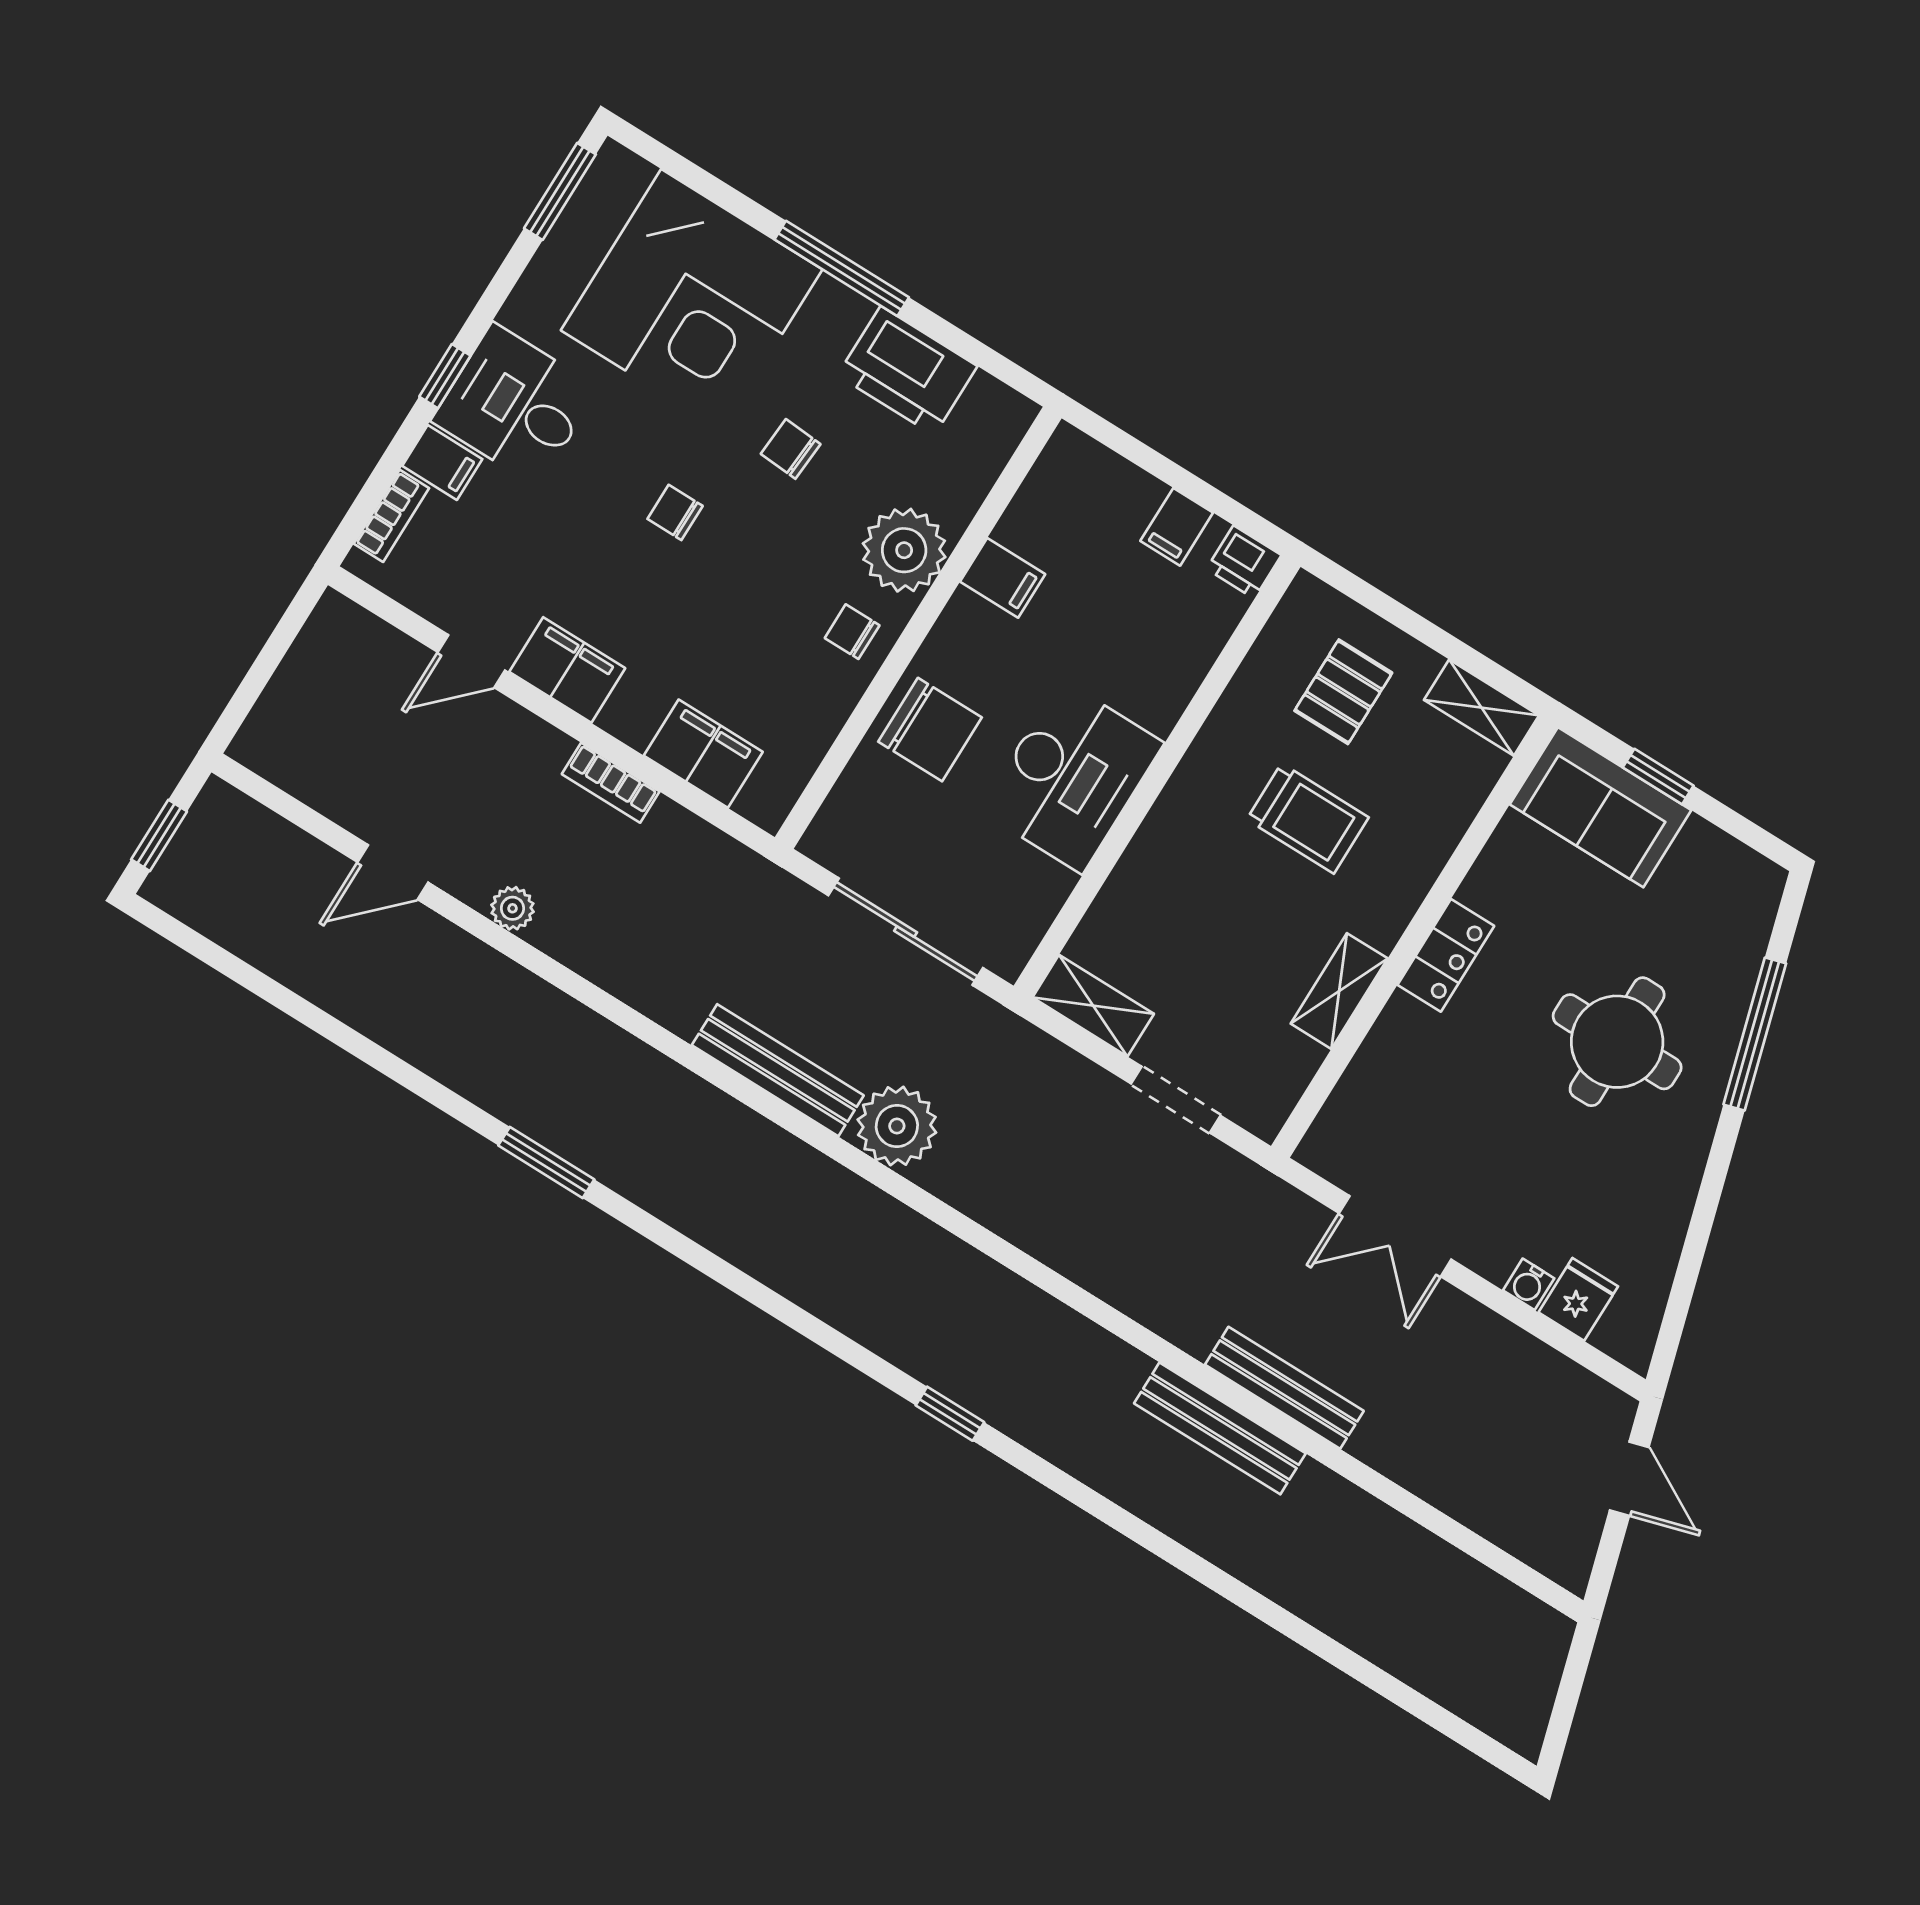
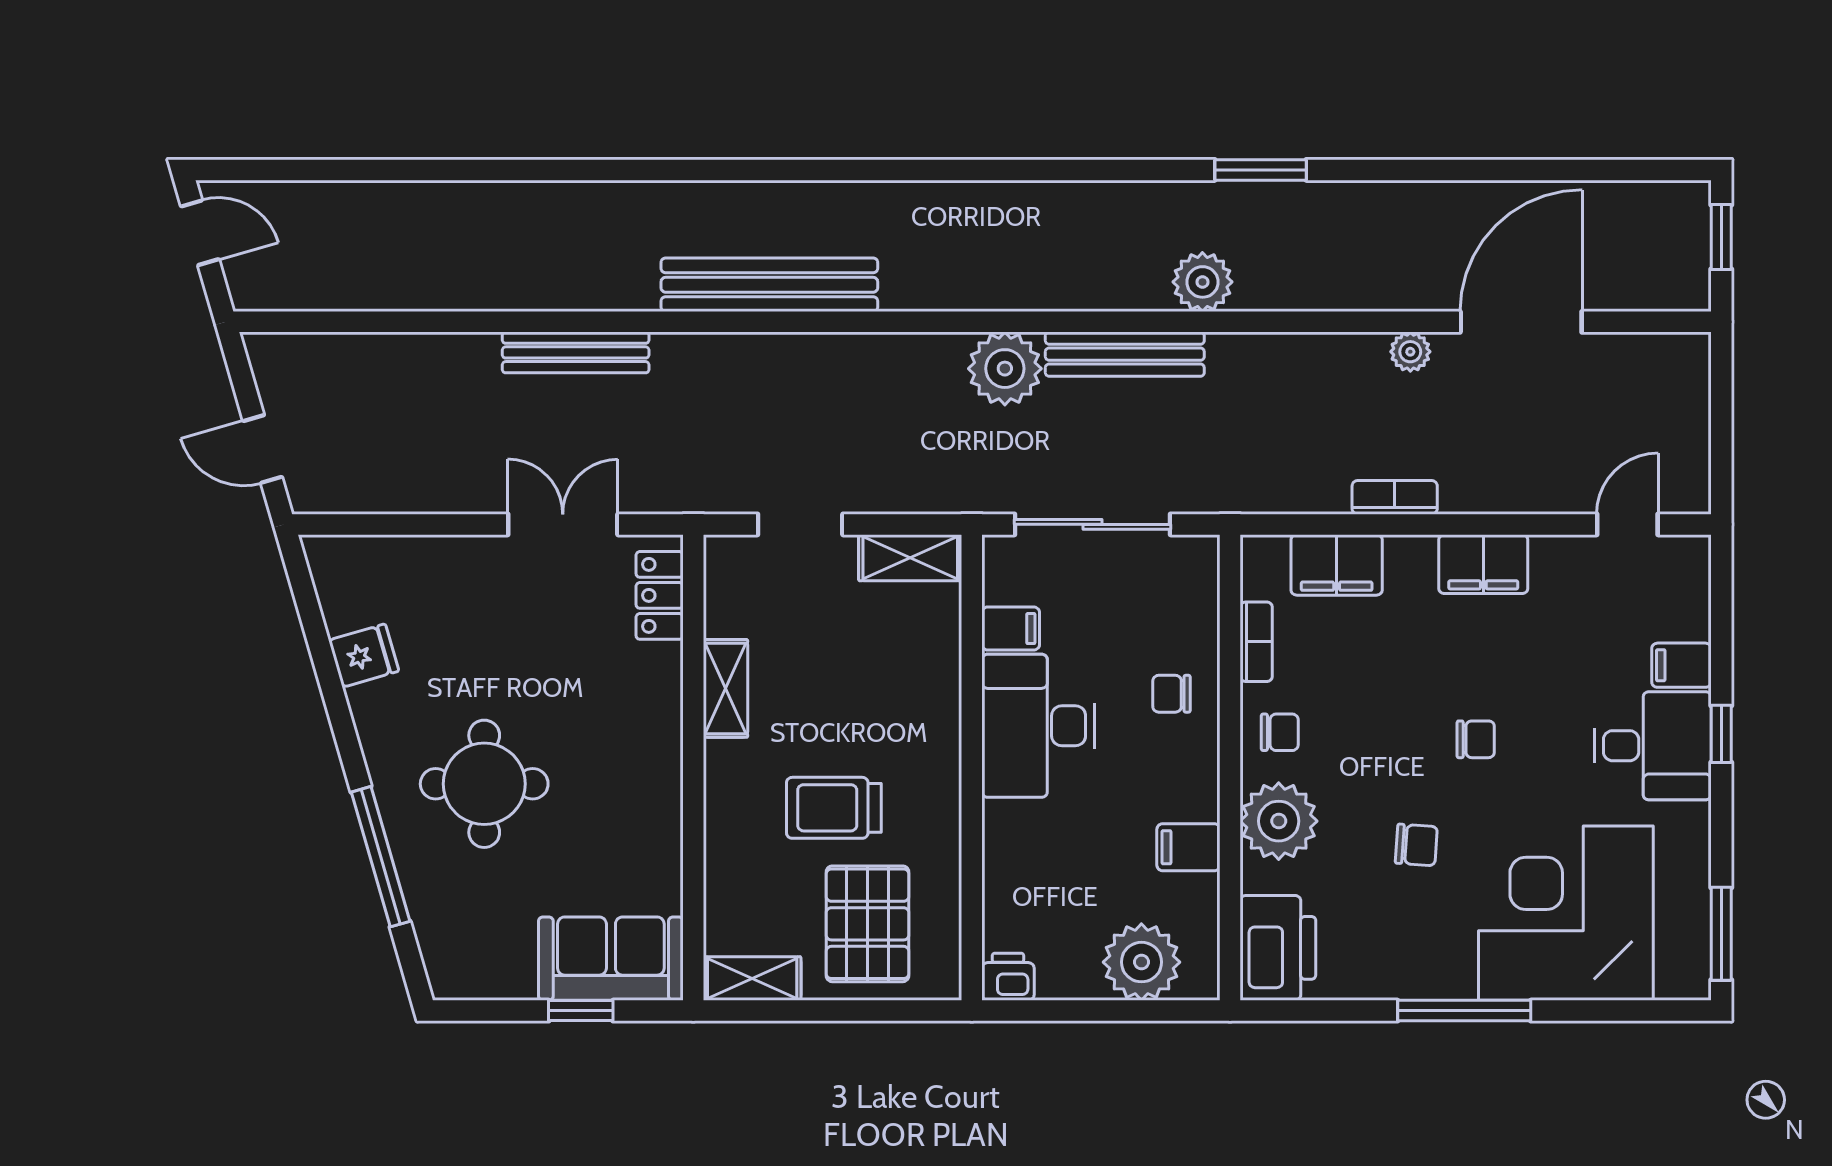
printer: (907, 371) -> (1278, 948), moved, turned 90
plant: (1112, 499) -> (1141, 962), added
bookcase: (391, 516) -> (1256, 642), moved, turned 180
filing cabinet: (1177, 527) -> (1011, 629), moved, turned 90
door: (471, 661) -> (1627, 524), moved
pallet: (1343, 692) -> (867, 924), width x1.50, depth x1.42
chair: (930, 730) -> (1171, 694), width x0.54, depth x0.54
door: (393, 872) -> (1521, 322), width x1.87
locker: (1446, 955) -> (660, 595), moved
plant: (664, 1092) -> (1202, 282), added
water cooler: (1529, 1284) -> (435, 552), removed
fridge: (1578, 1299) -> (364, 656), moved, turned -106
window: (950, 1414) -> (824, 170), removed
bench: (1220, 1428) -> (769, 285), moved, width x1.37, depth x1.21
door: (1563, 1715) -> (200, 233), added

